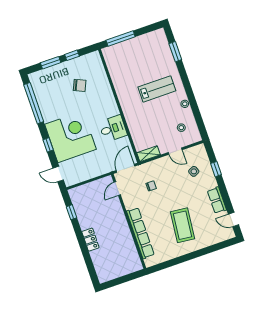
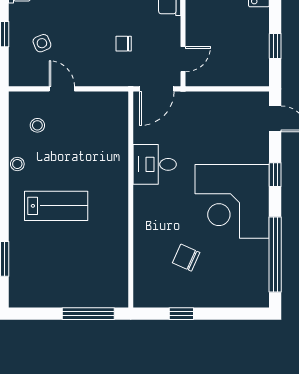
window: (51, 63) -> (222, 314), removed
lab bench: (157, 89) -> (56, 206), turned 180
corner desk: (70, 137) -> (232, 201), moved
shelving: (149, 154) -> (109, 100), removed

